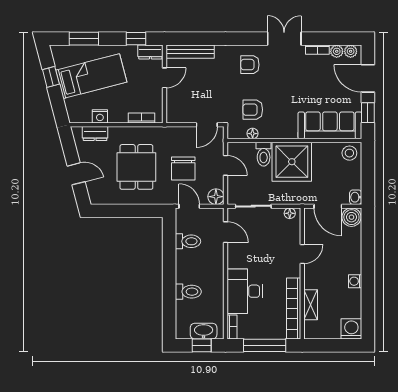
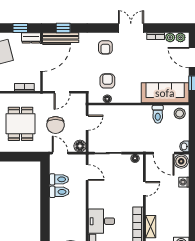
window: (193, 39) -> (63, 28), added
armchair: (250, 65) -> (105, 47), turned -90
door: (164, 78) -> (41, 57), width x1.88
armchair: (253, 110) -> (107, 81), turned 90
door: (207, 125) -> (62, 92), moved
toilet: (264, 154) -> (158, 114), moved
shower: (292, 162) -> (137, 120), removed
door: (226, 165) -> (87, 123), hinge flipped
washing machine: (355, 281) -> (184, 182), moved
desk: (245, 291) -> (101, 221), width x0.73
toilet: (188, 292) -> (59, 192), moved

